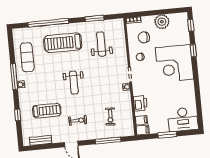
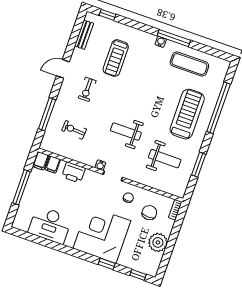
weight bench: (74, 83) -> (126, 132), moved
window: (18, 115) -> (107, 15), moved
desk: (183, 119) -> (50, 225), moved, turned -90
window: (167, 135) -> (21, 187), width x1.44

